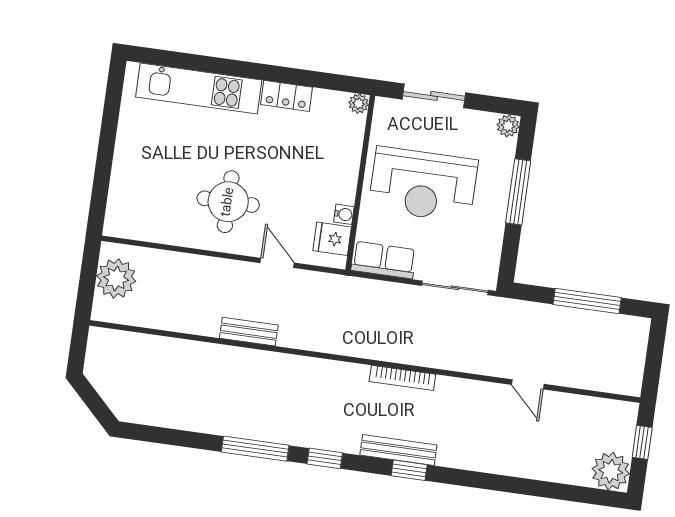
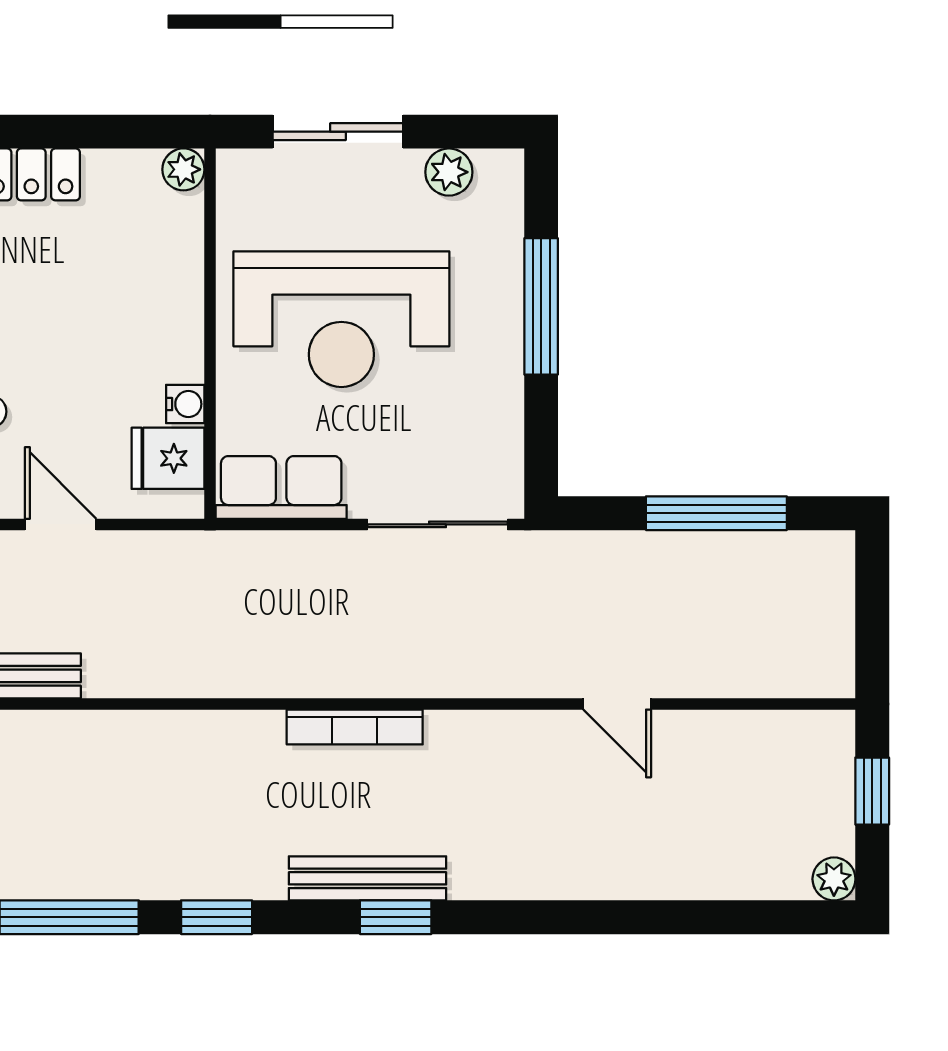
plant: (508, 126) -> (449, 172), moved
plant: (611, 471) -> (834, 879), width x0.53, depth x0.53

